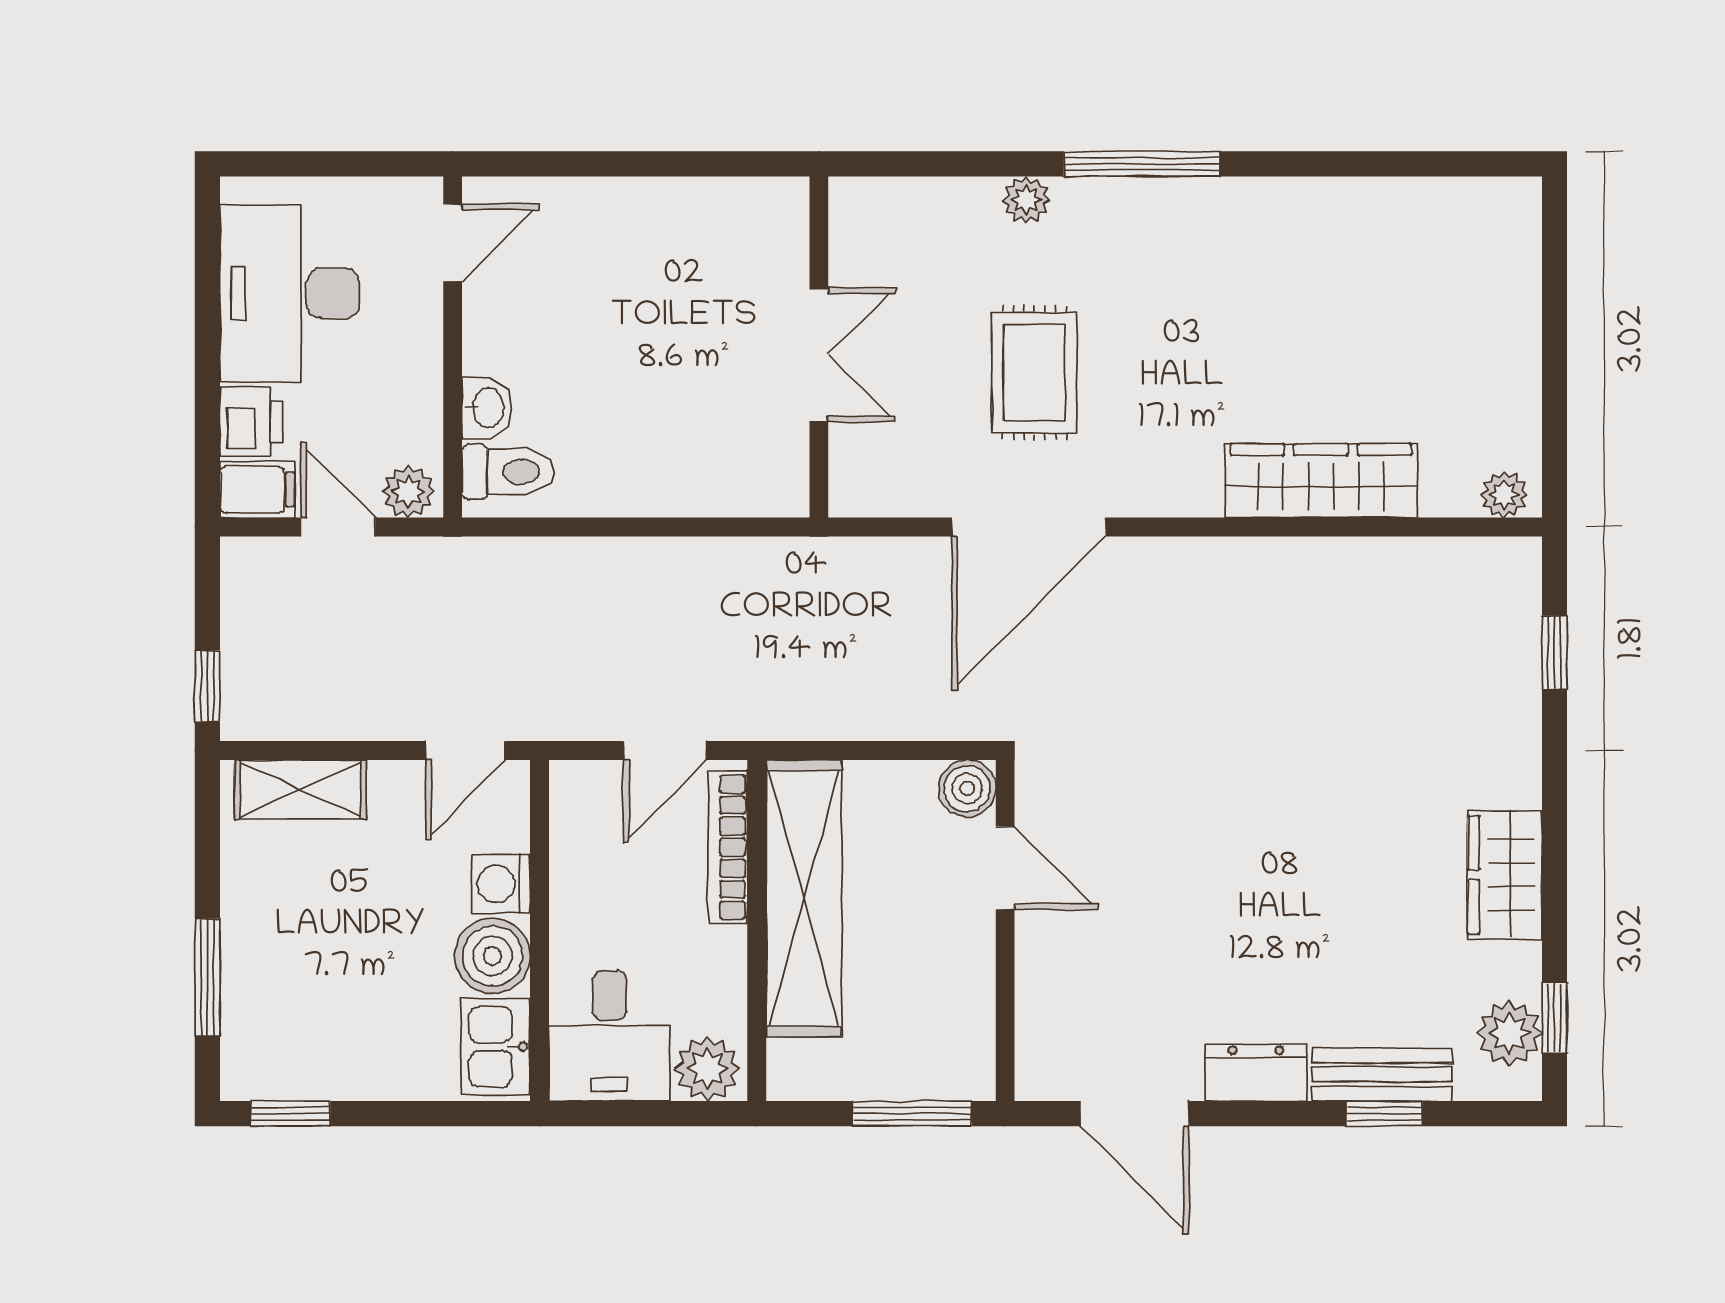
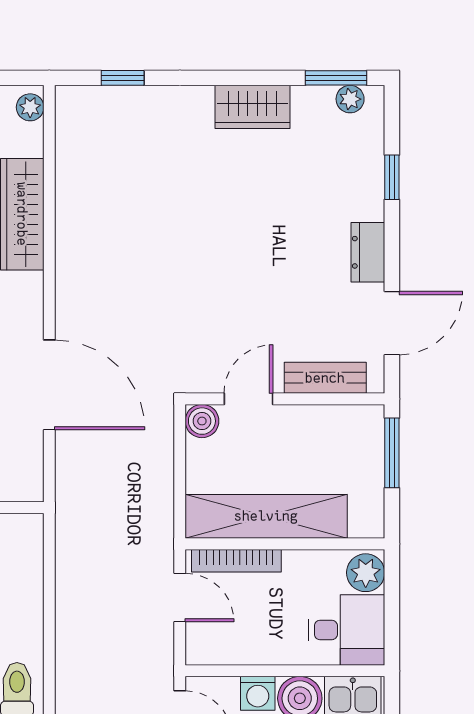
window: (1554, 1018) -> (336, 78), width x1.50
plant: (1509, 1033) -> (350, 99), width x0.73, depth x0.73
bench: (1382, 1074) -> (325, 378), moved, turned 90

